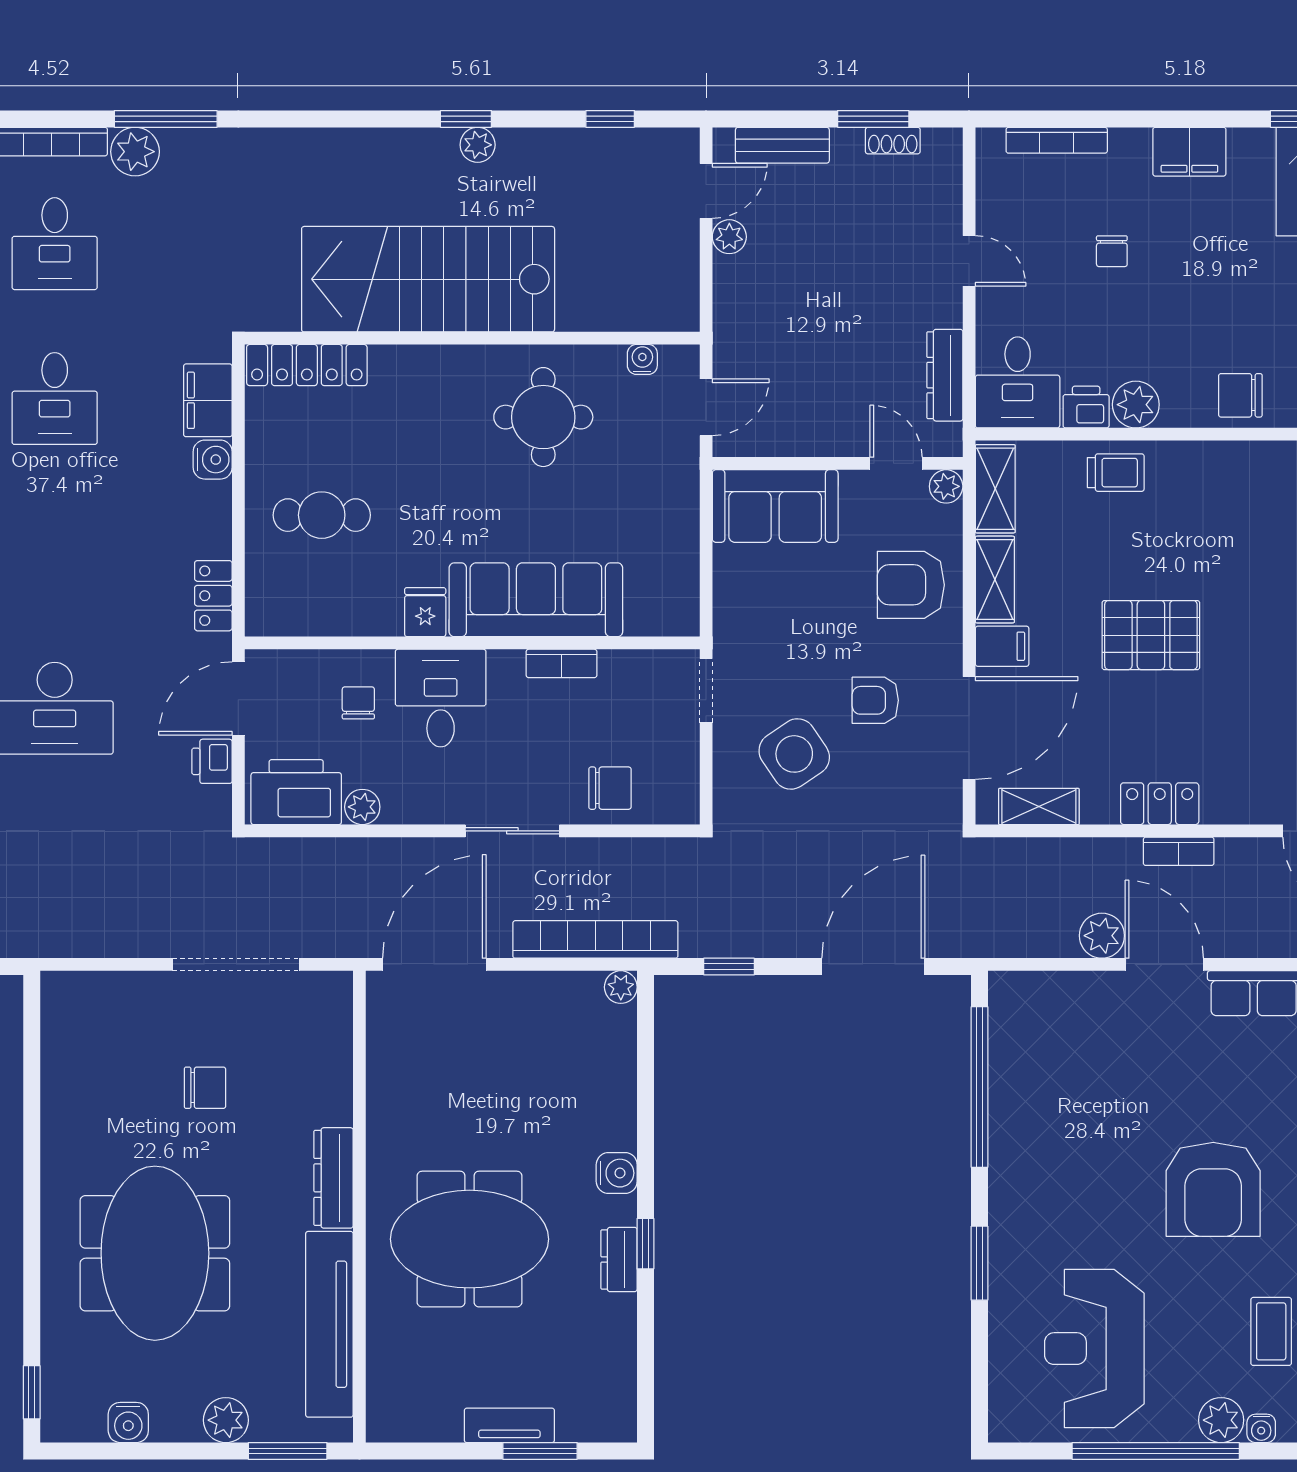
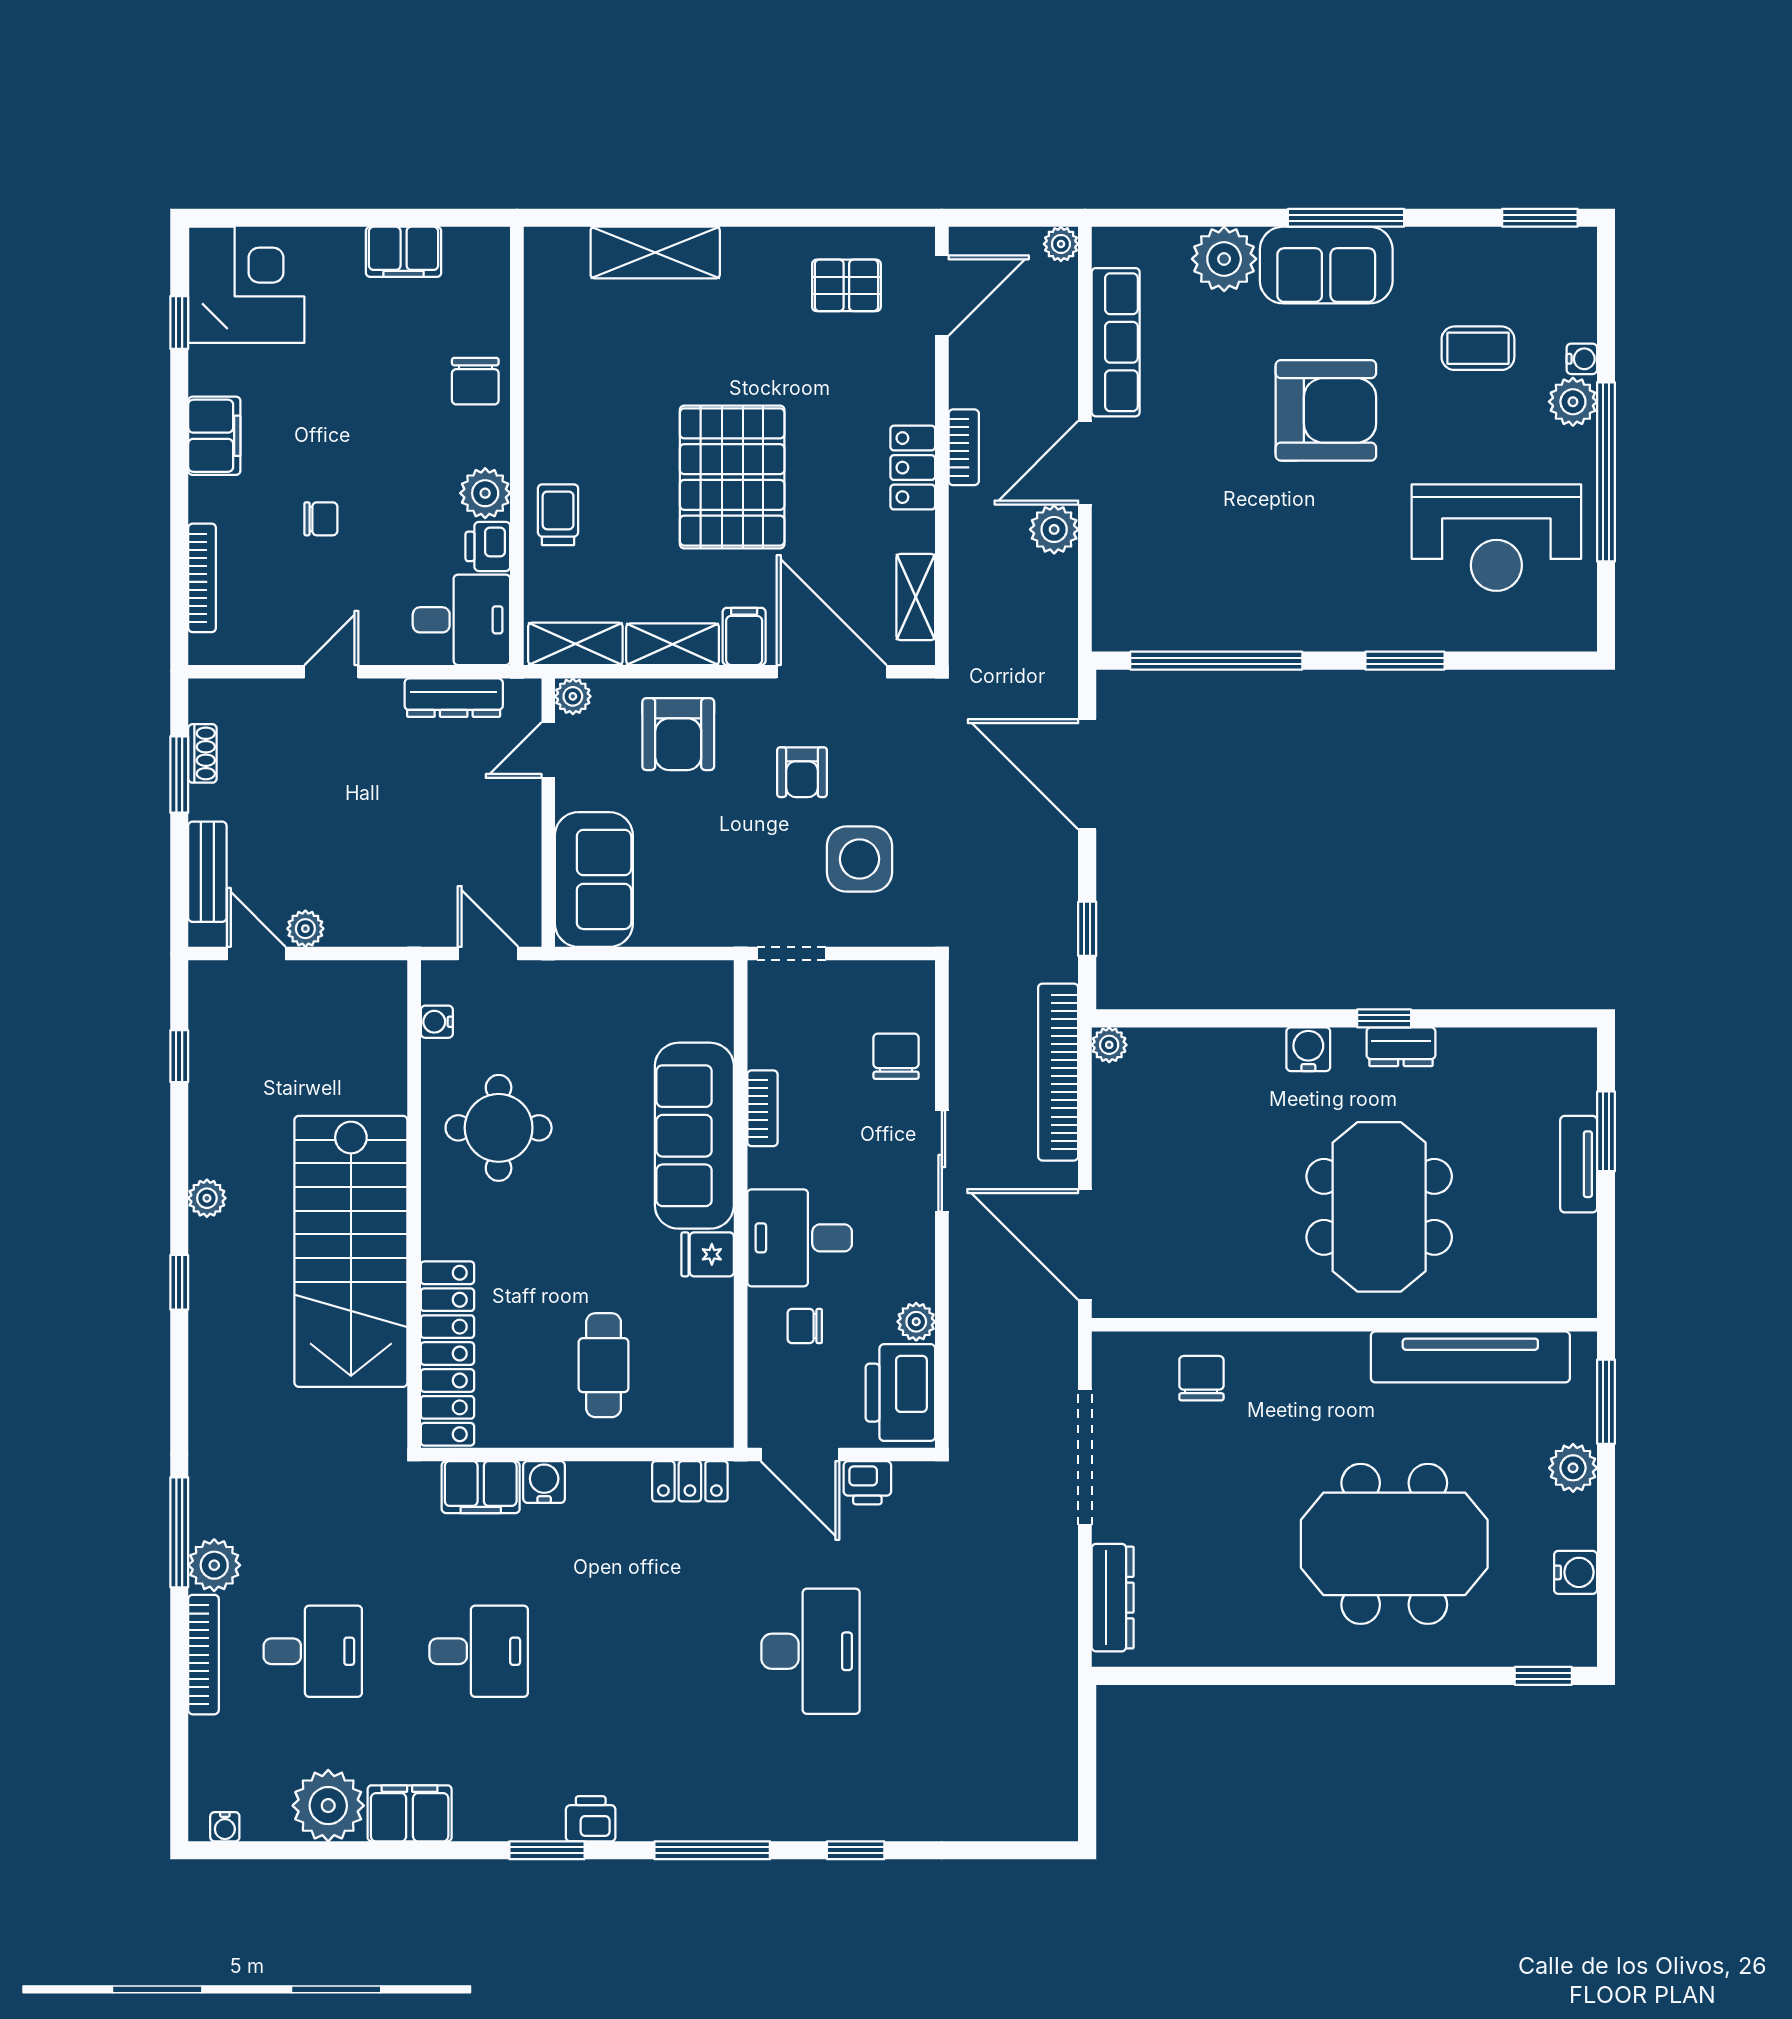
window: (466, 119) -> (179, 1282), moved
locker: (307, 365) -> (447, 1354), width x1.41, depth x1.21
pallet: (1151, 635) -> (732, 477), width x1.37, depth x1.41
side table: (794, 754) -> (859, 859), turned 34
chair: (205, 1088) -> (1201, 1378), moved
dresser: (334, 1178) -> (1113, 1598), moved, turned -90

